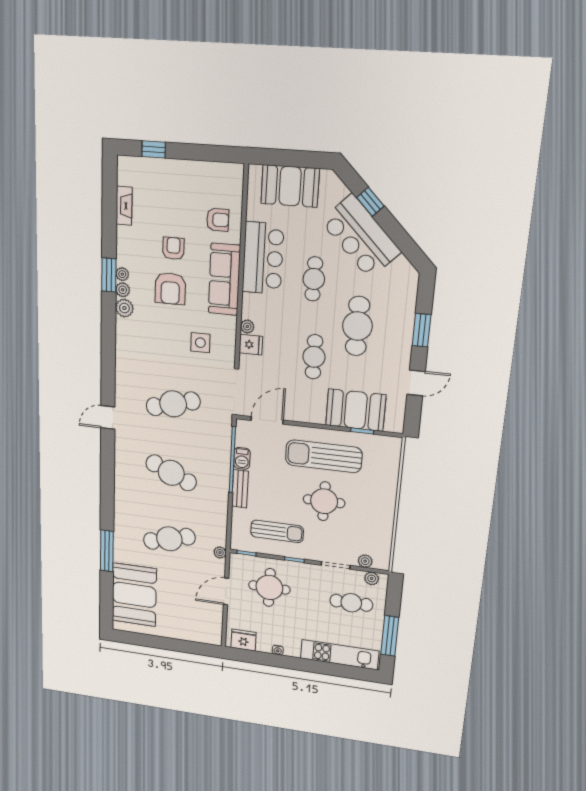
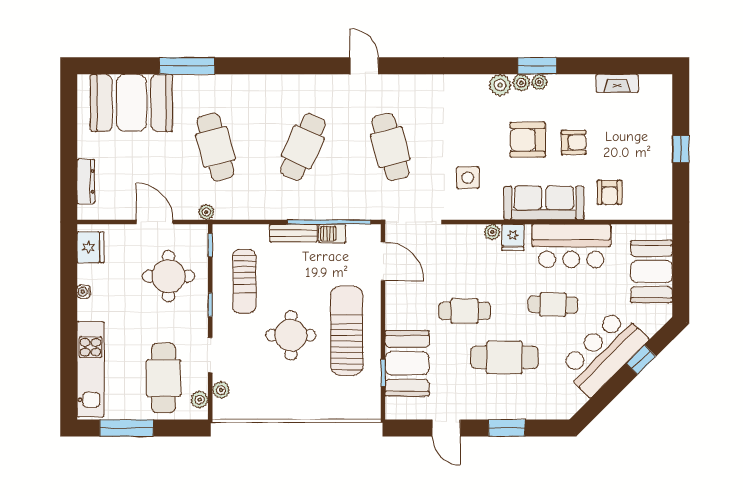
window: (154, 149) -> (681, 149), moved
fridge: (251, 345) -> (513, 237), moved
cafe table: (351, 603) -> (164, 378), width x1.37, depth x1.35
dresser: (193, 636) -> (86, 181), added

